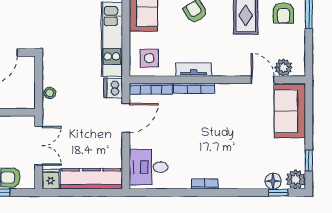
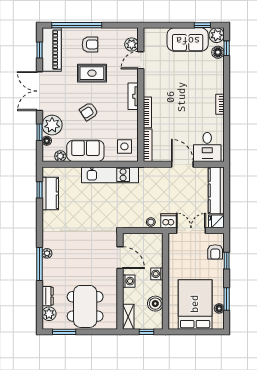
tv unit: (194, 70) -> (133, 96), moved
dishwasher: (113, 88) -> (168, 221), moved, turned 180
sofa: (290, 111) -> (188, 40), moved
door: (126, 118) -> (182, 164), moved

